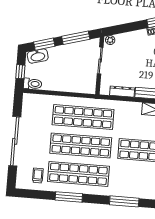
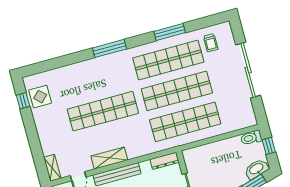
dresser: (122, 92) -> (165, 161), moved

